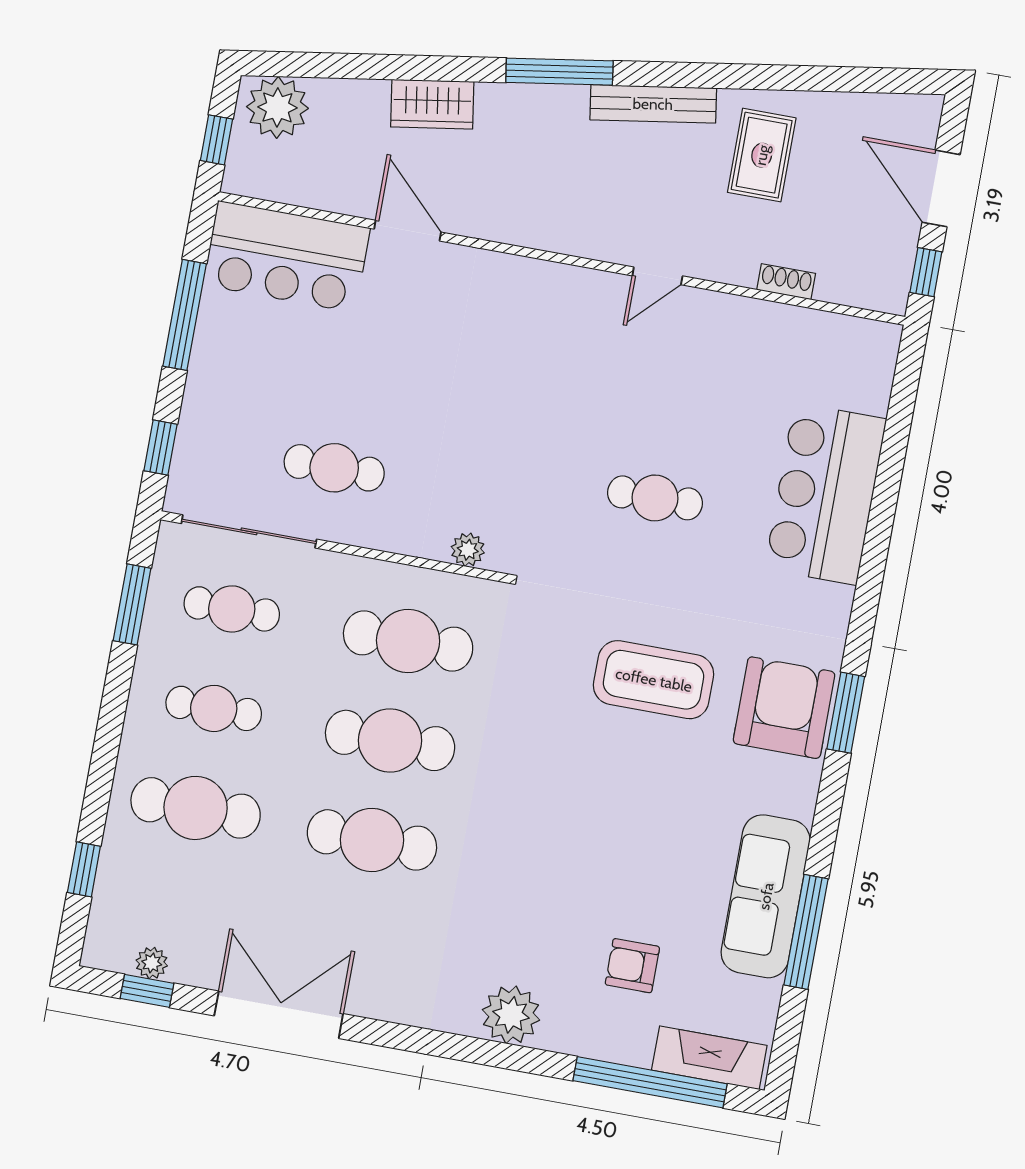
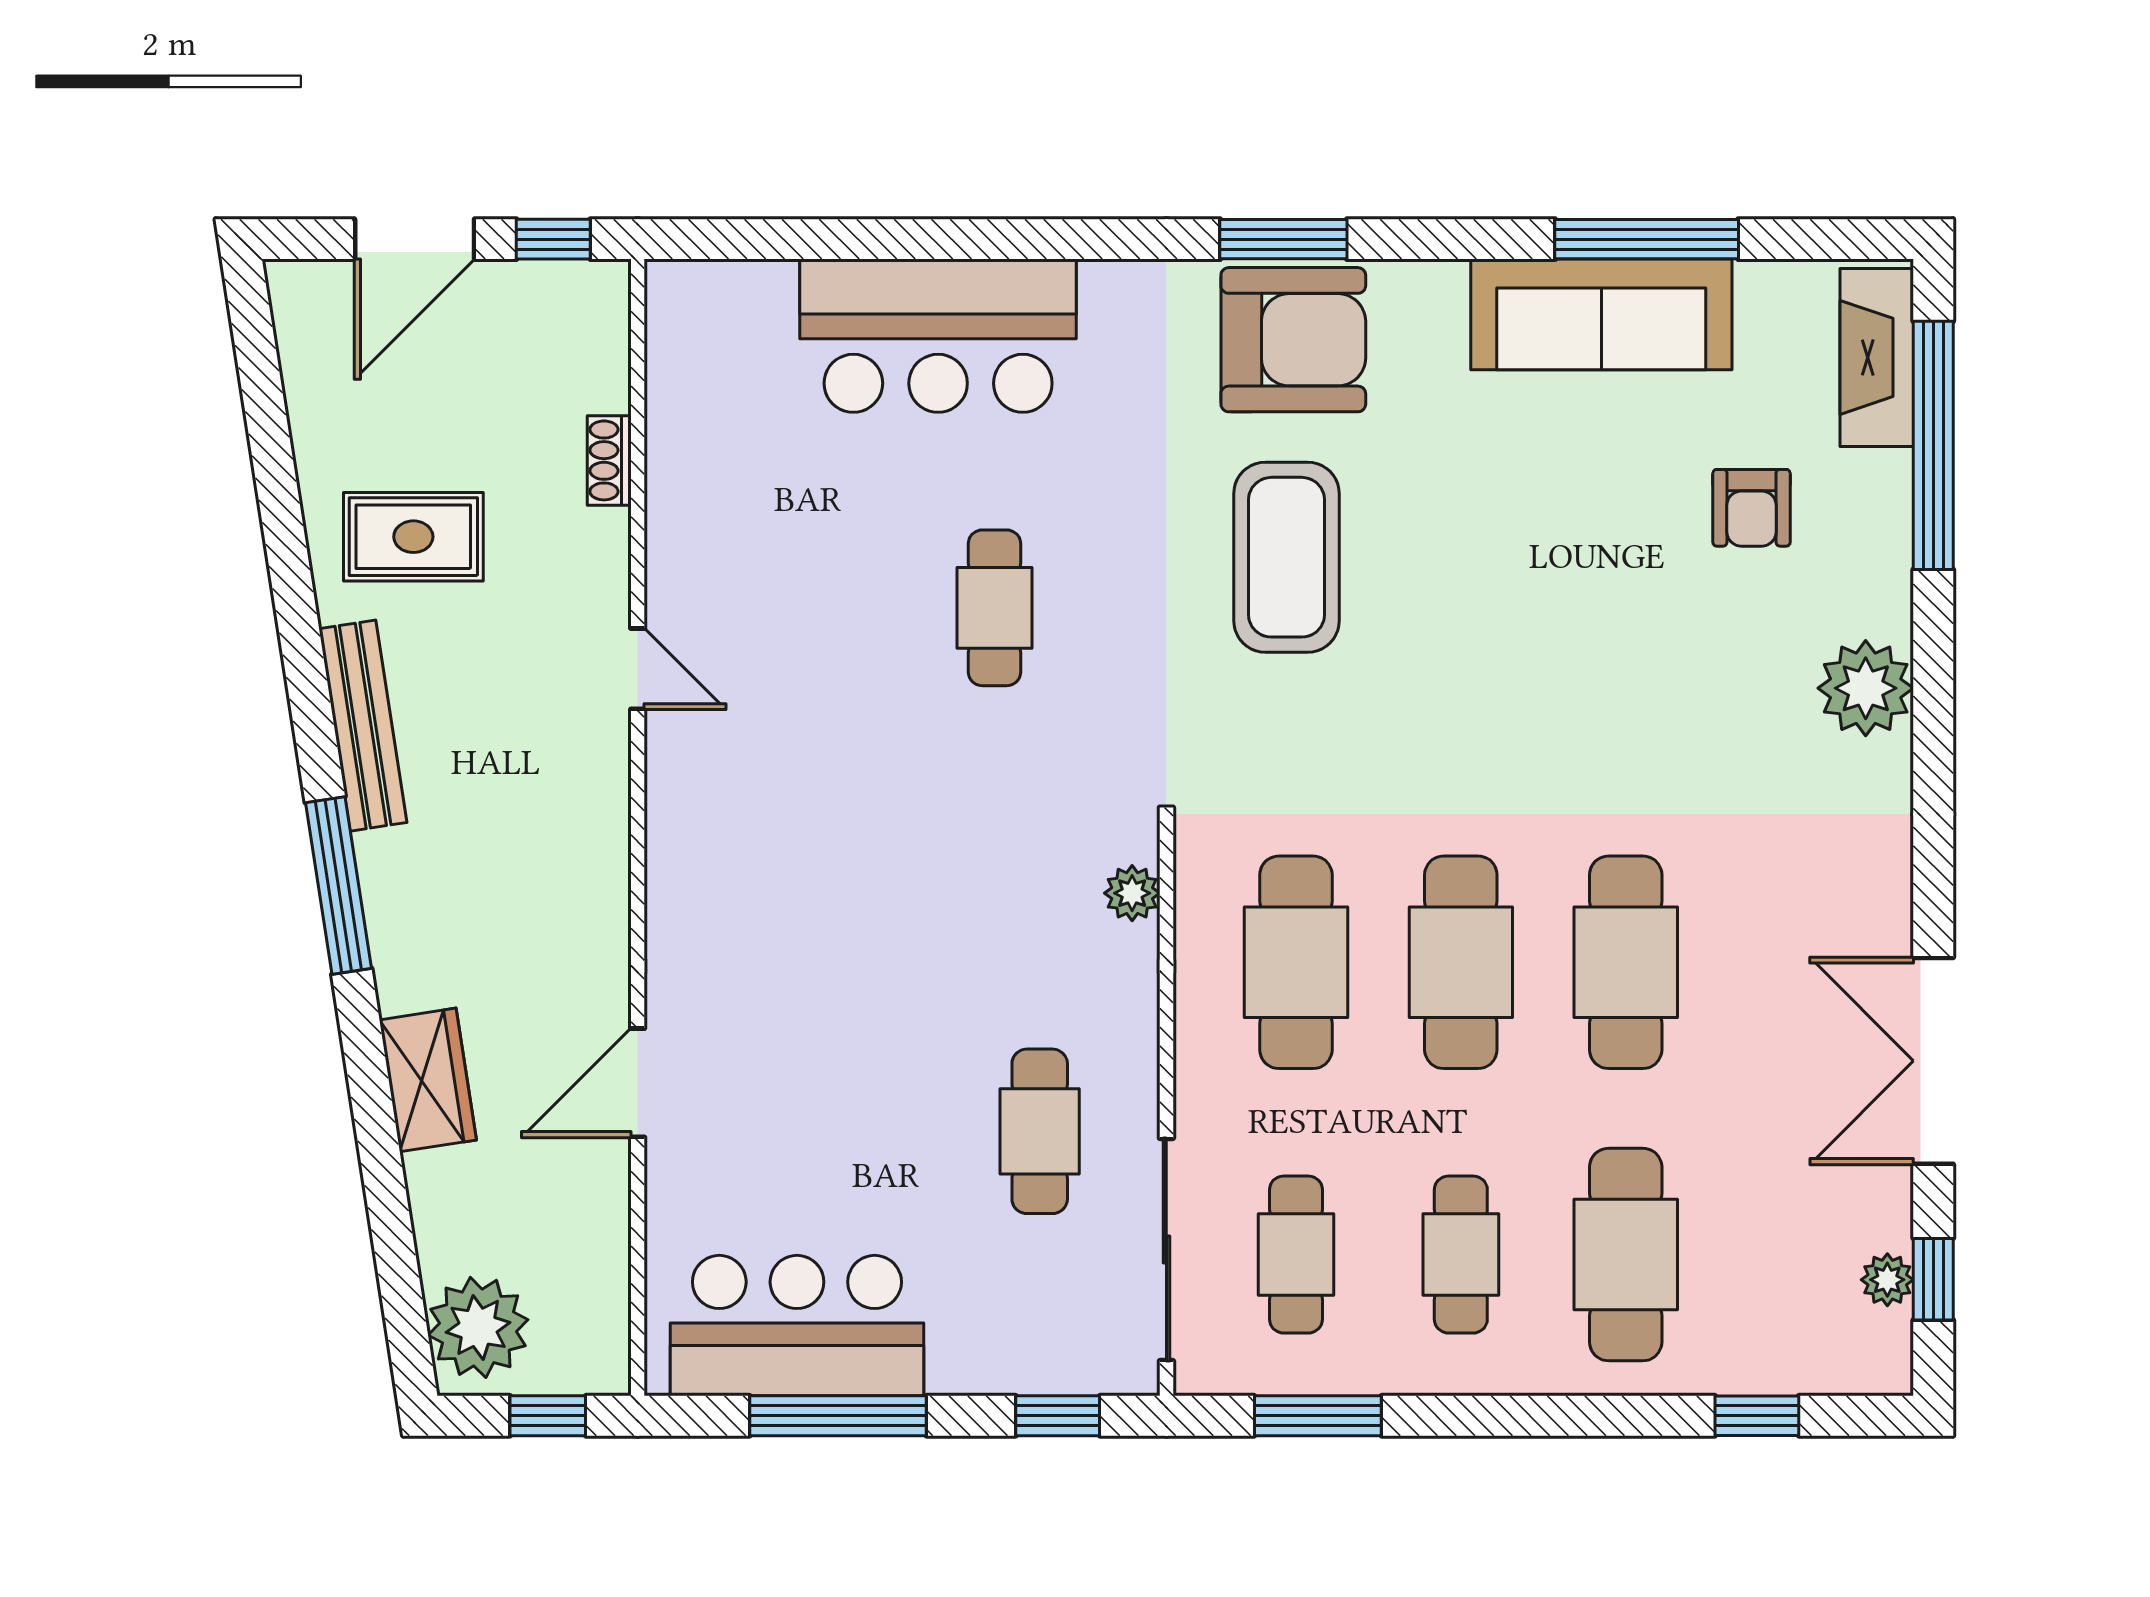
bar counter: (287, 257) -> (797, 1326), moved, turned -90
armchair: (784, 708) -> (1293, 340), turned 180

